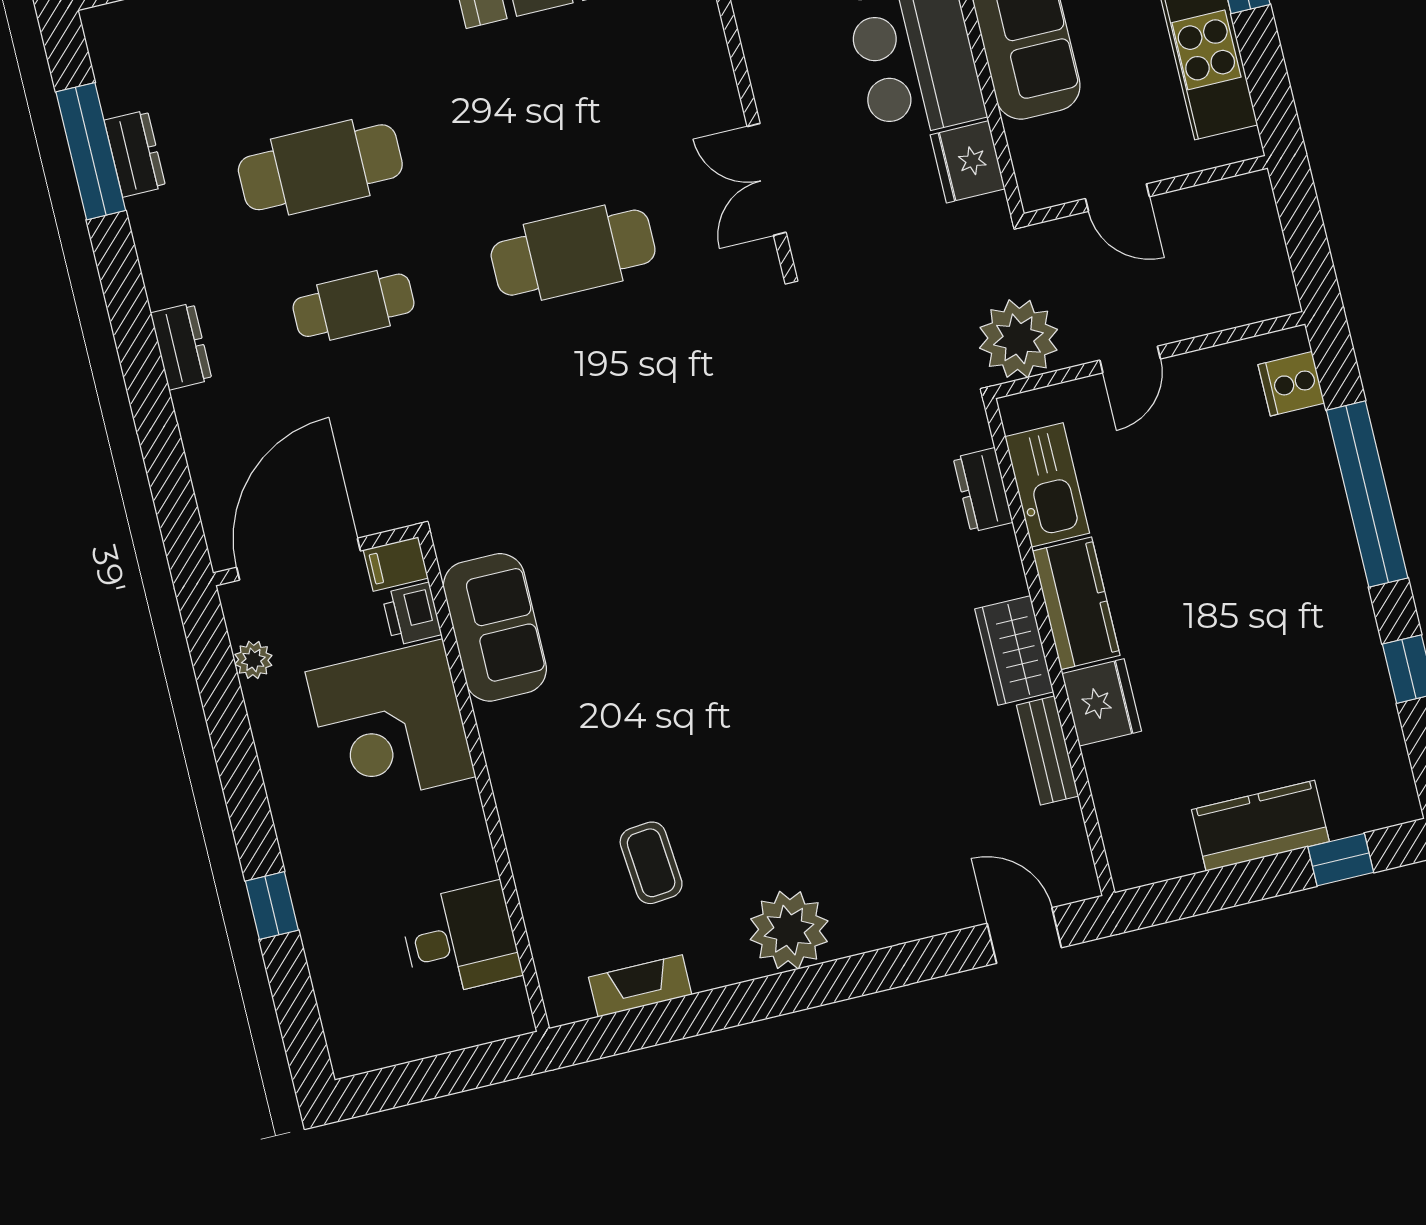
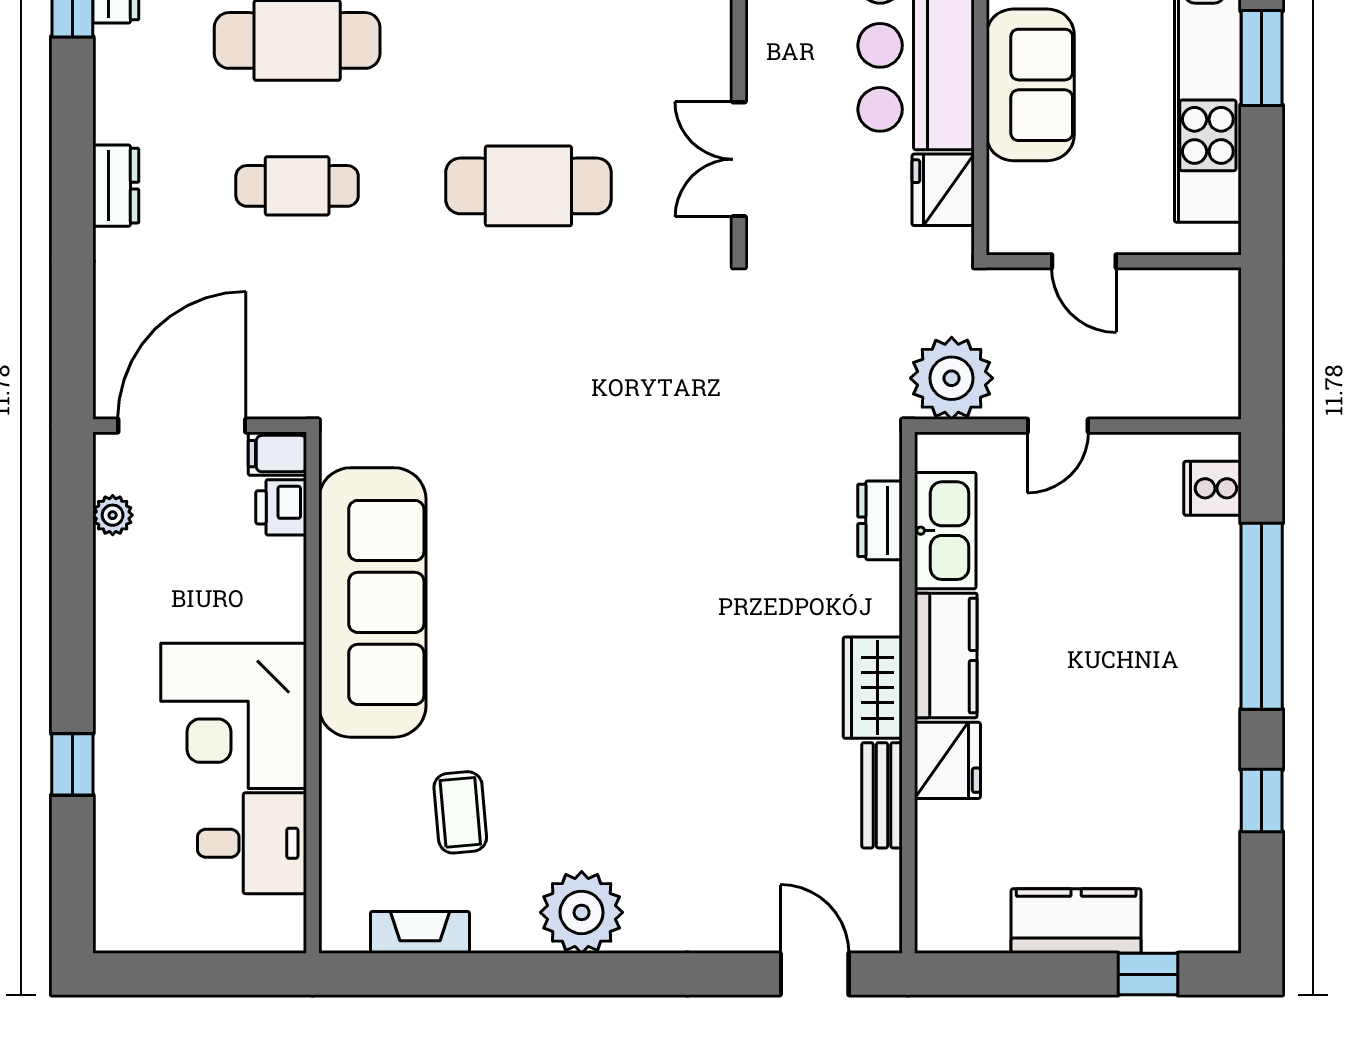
sofa: (495, 627) -> (372, 602), width x1.85, depth x1.27
corner desk: (390, 724) -> (234, 716), moved

